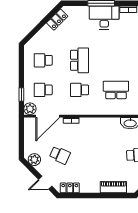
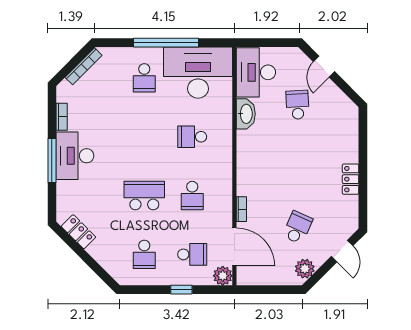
school desk: (43, 90) -> (192, 254), turned -90
school desk: (116, 90) -> (192, 137), width x0.54
window: (21, 95) -> (181, 290), moved
piano: (113, 187) -> (349, 141), removed
locker: (70, 188) -> (351, 179), moved

